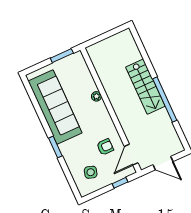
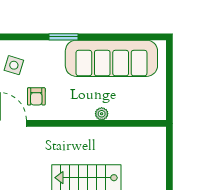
window: (62, 56) -> (169, 95), removed

